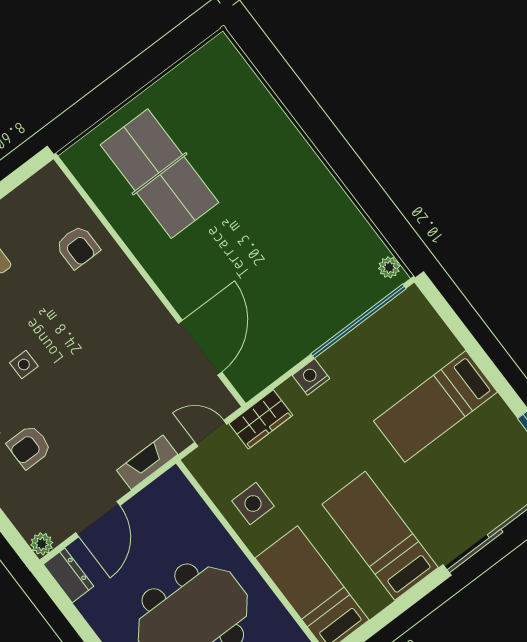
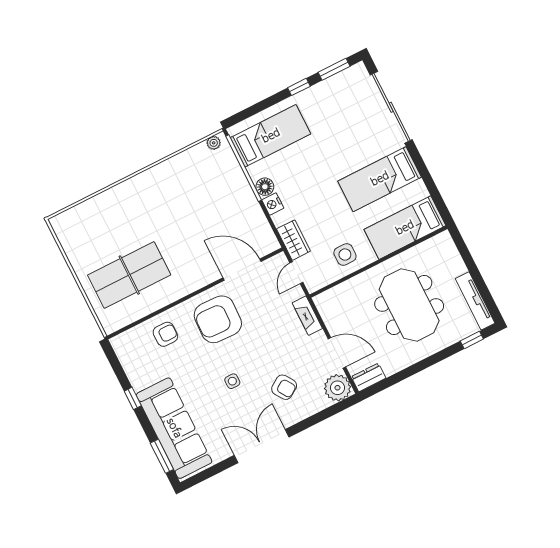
armchair: (116, 324) -> (218, 319), added
floor lamp: (336, 360) -> (265, 187), added
window: (500, 384) -> (299, 87), added
bed: (435, 406) -> (271, 136), moved, turned -90
armchair: (29, 447) -> (284, 387), turned -34
plant: (42, 544) -> (338, 388), width x1.88, depth x1.88

